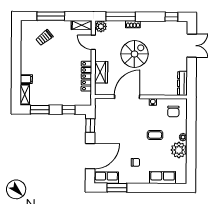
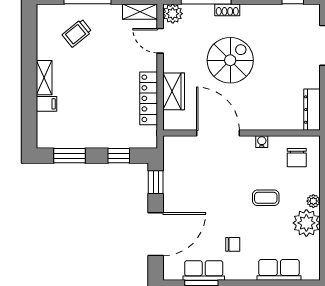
shelving: (25, 95) -> (44, 78), moved
door: (127, 97) -> (218, 133), hinge flipped
row of seats: (106, 178) -> (204, 270), moved

